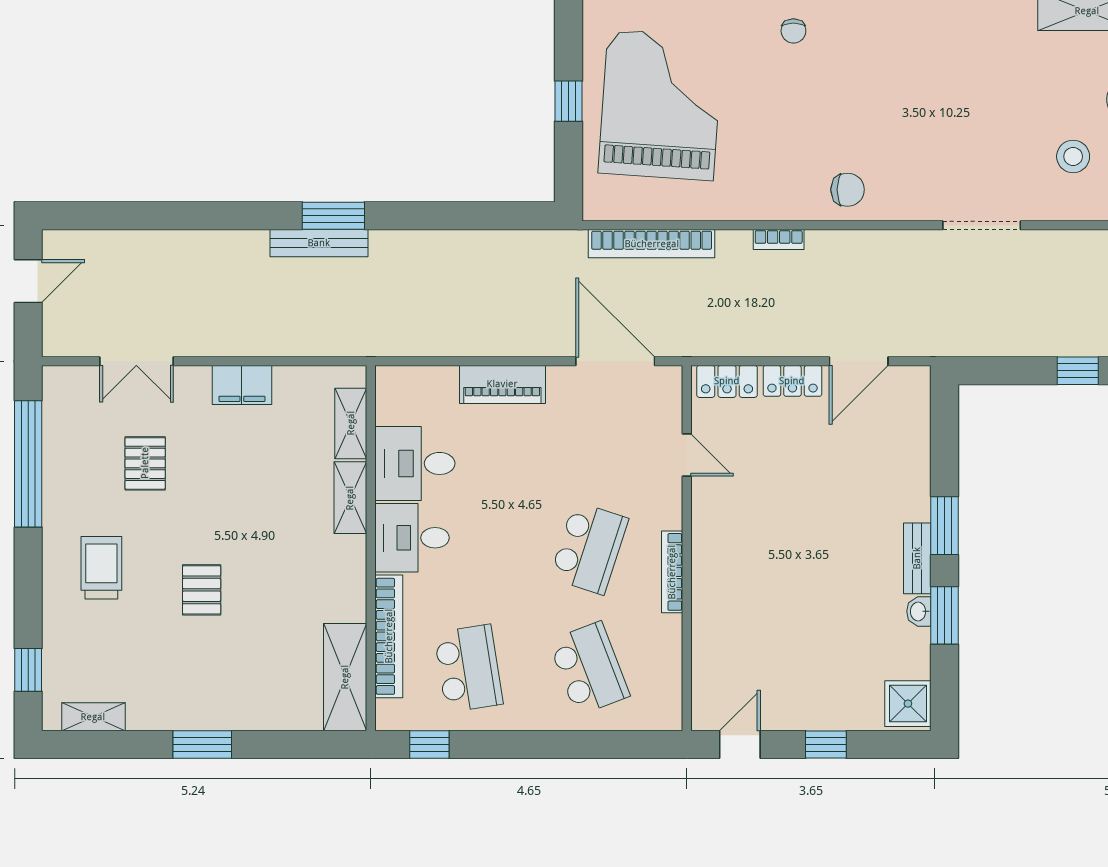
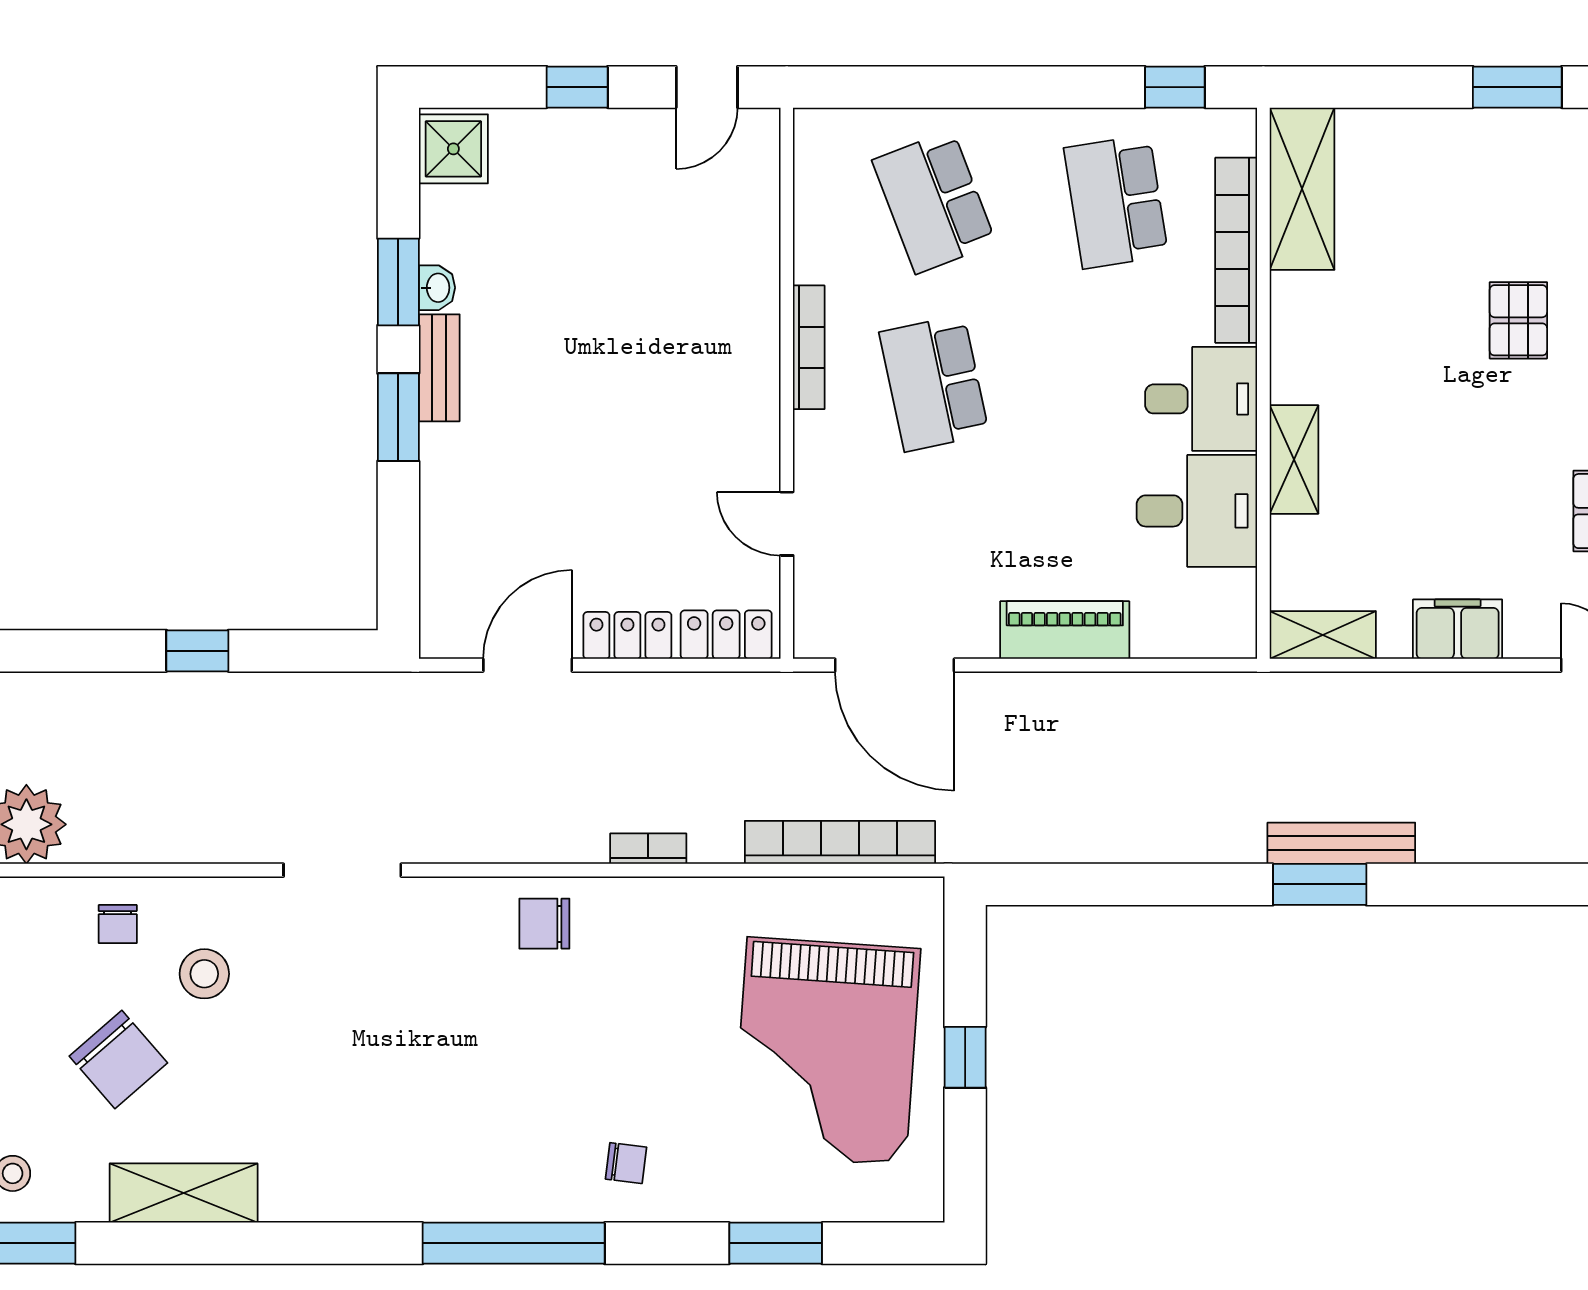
chair: (793, 31) -> (626, 1163), turned 97
shelving: (351, 423) -> (1323, 635), moved, turned 90
school desk: (589, 548) -> (934, 383), turned -30

